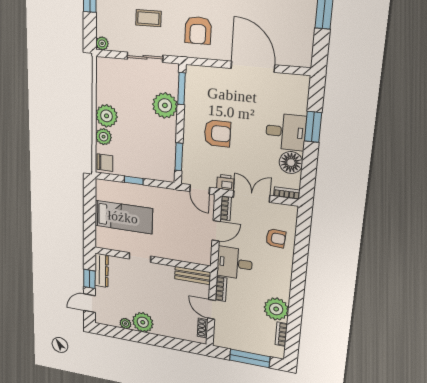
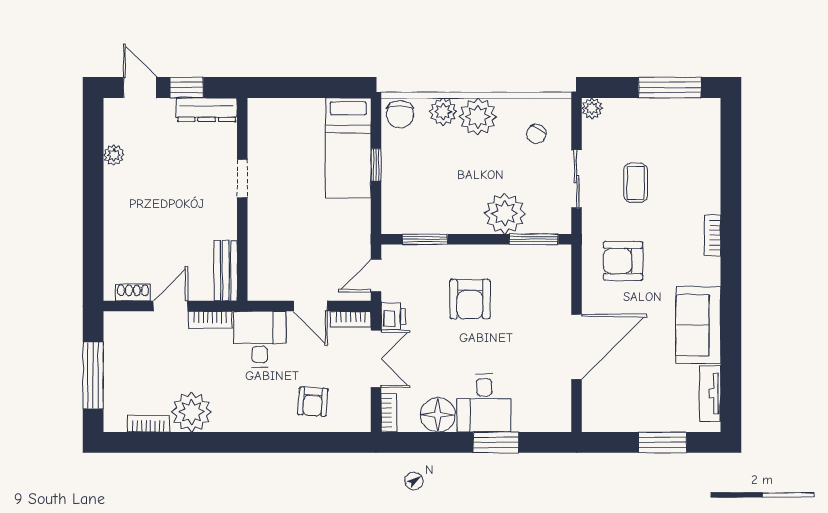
chair: (117, 81) -> (536, 134), added
bed: (123, 217) -> (348, 148), moved
plant: (143, 322) -> (123, 187), removed

